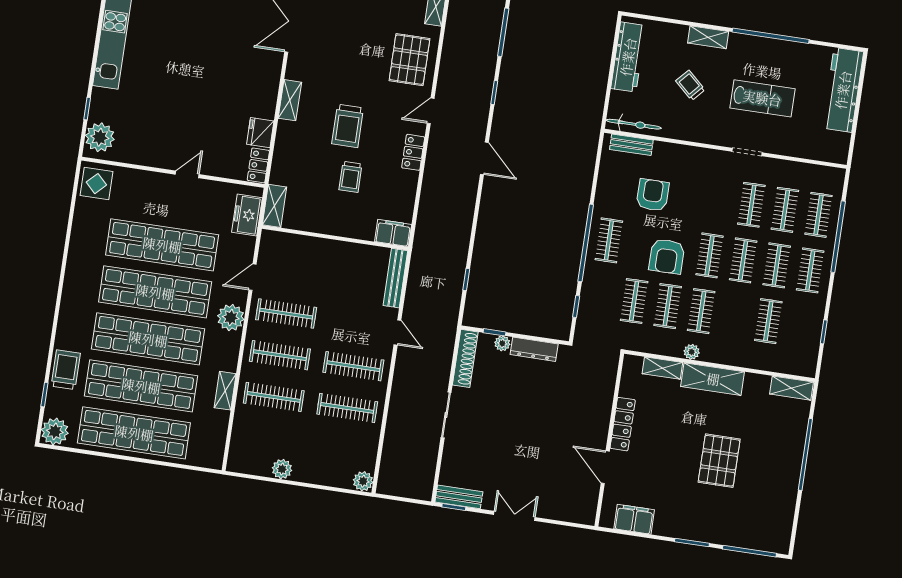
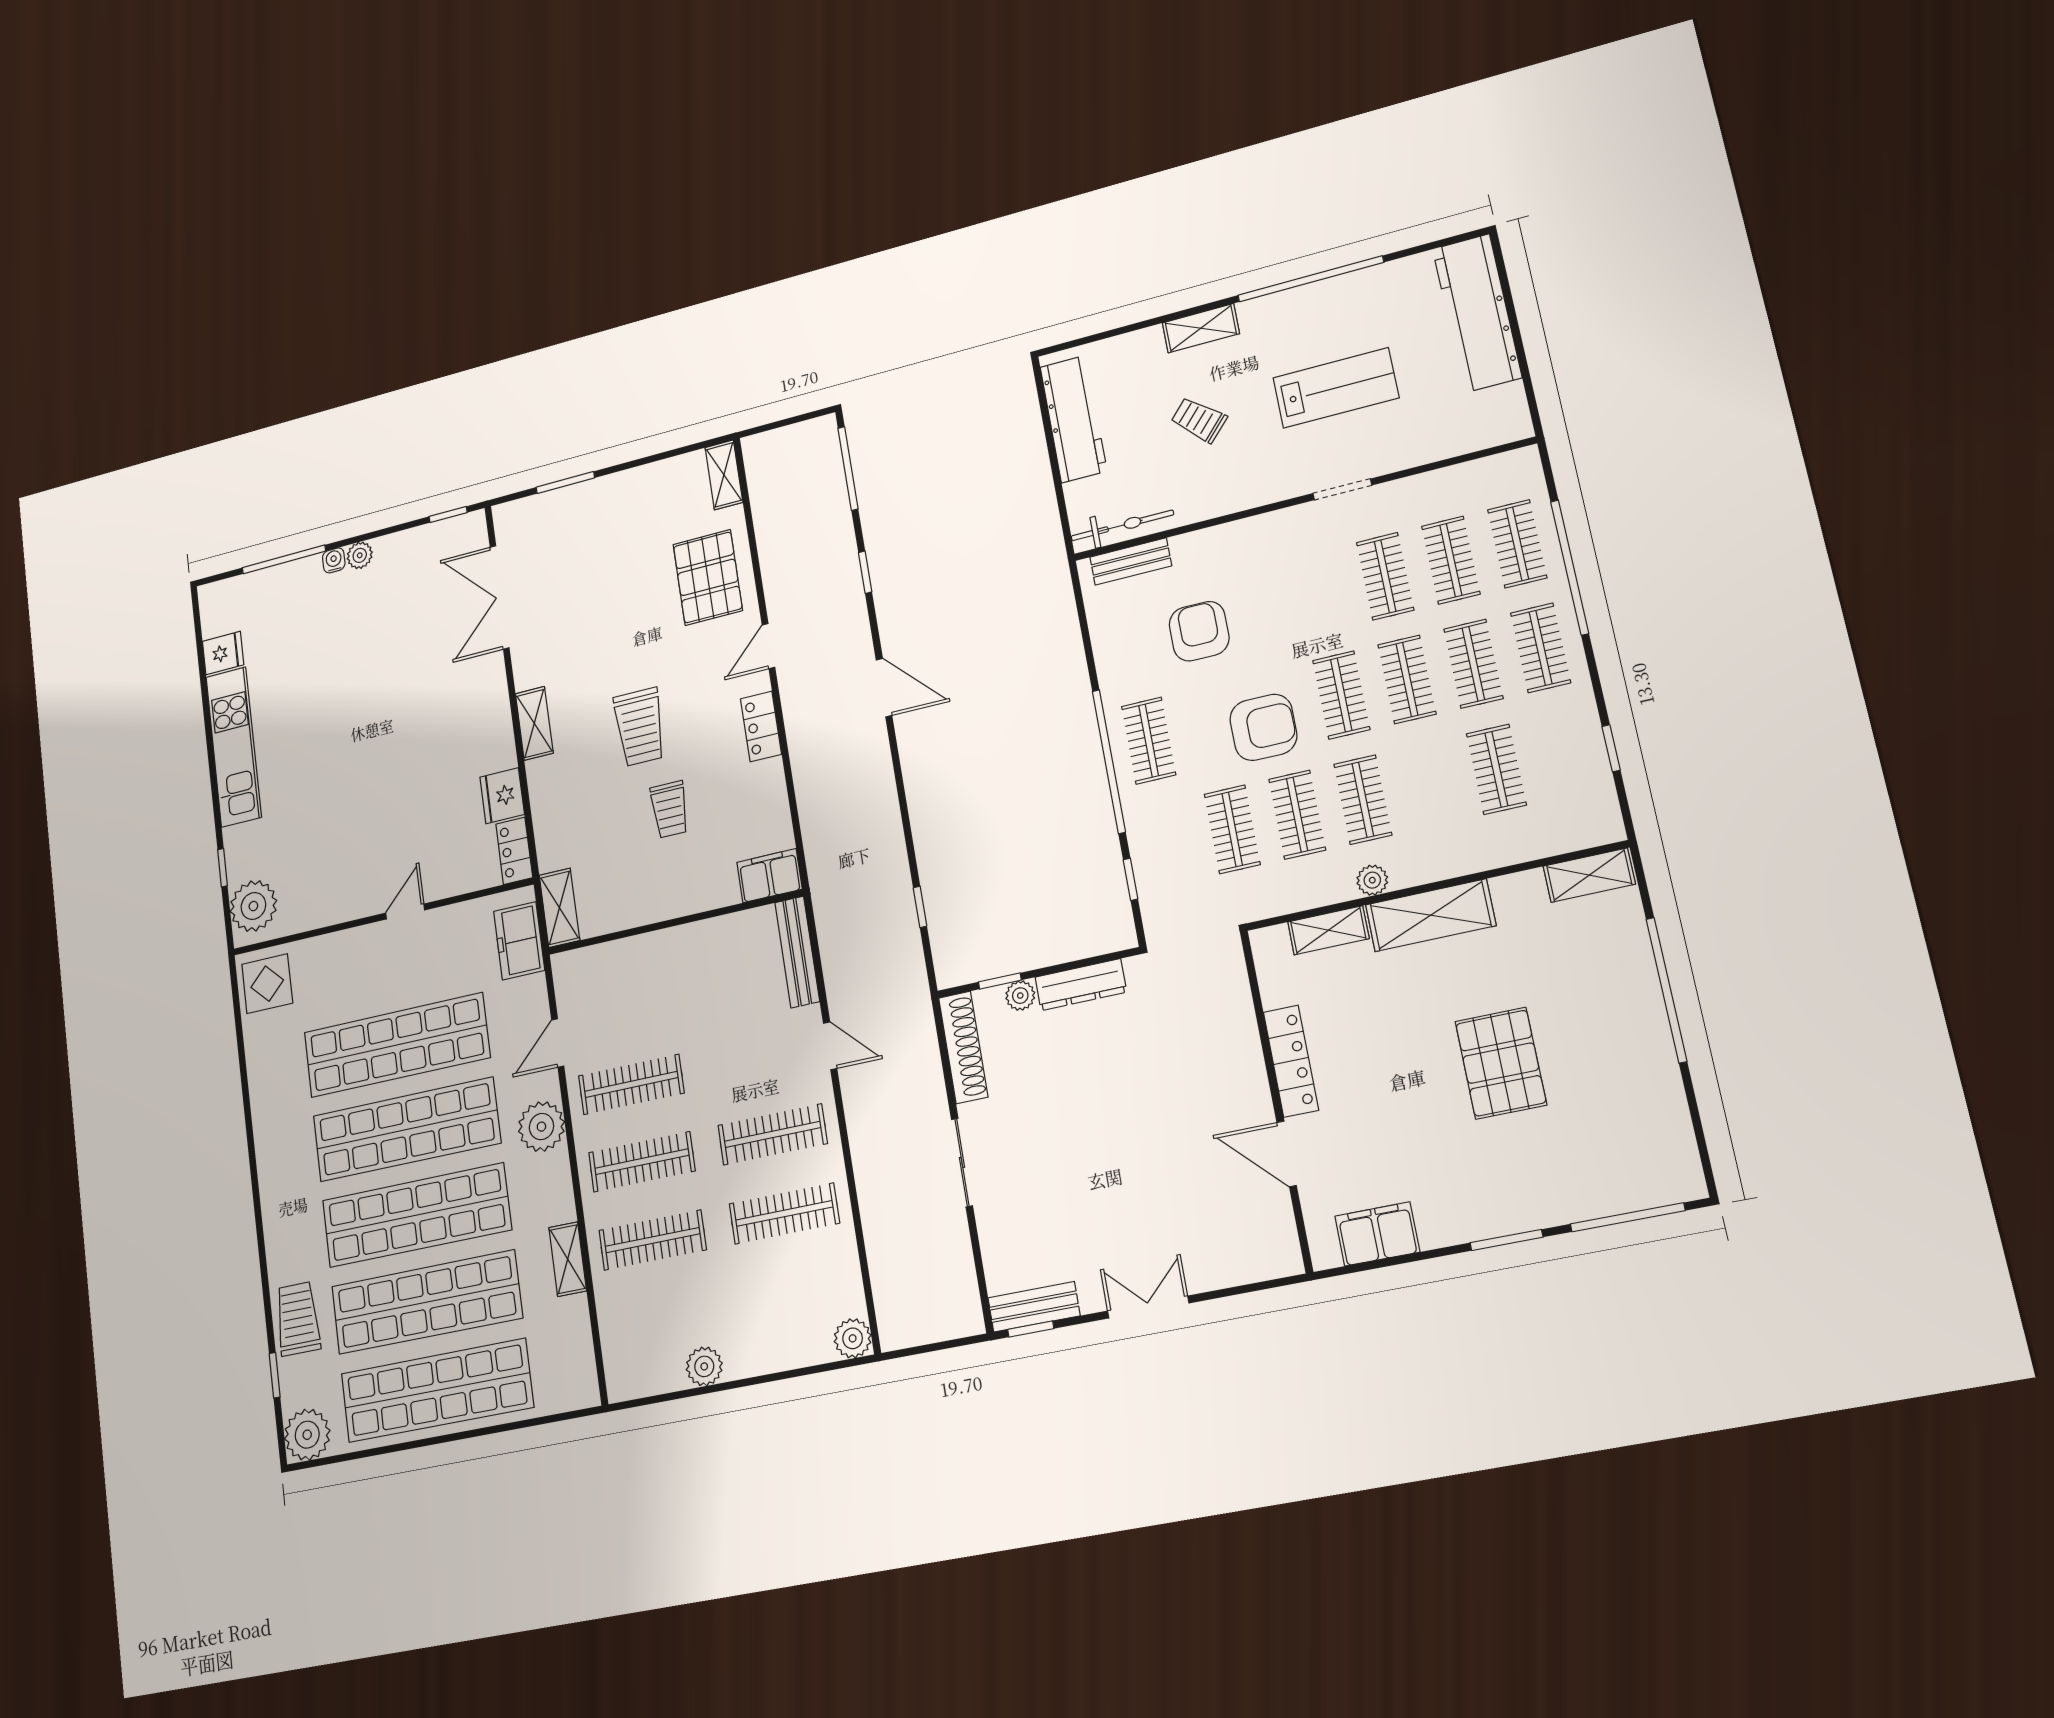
armchair: (667, 256) -> (1263, 727), turned -90

